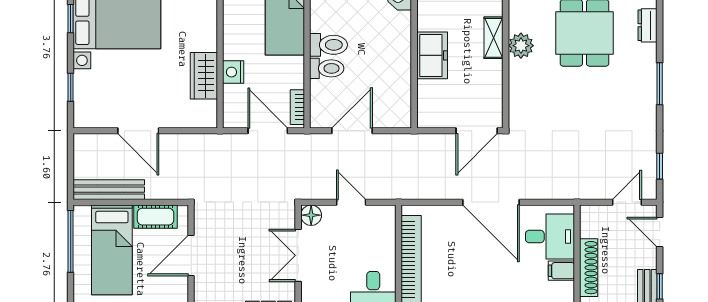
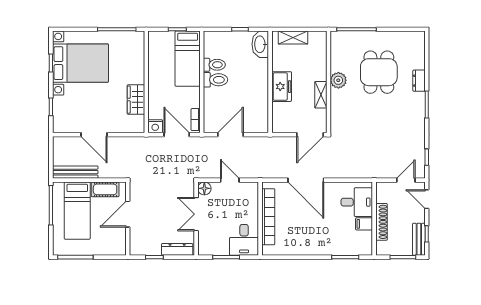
dresser: (647, 25) -> (419, 81), moved
shelving: (494, 38) -> (321, 95), moved
toilet: (327, 68) -> (214, 65), moved
nightstand: (233, 72) -> (155, 126), moved, turned -90
door: (491, 202) -> (306, 180), moved

